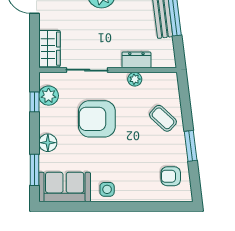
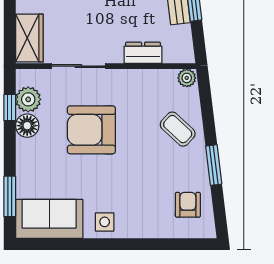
plant: (135, 79) -> (187, 78), moved
floor lamp: (48, 143) -> (27, 126), moved
armchair: (171, 176) -> (188, 205), turned 90

